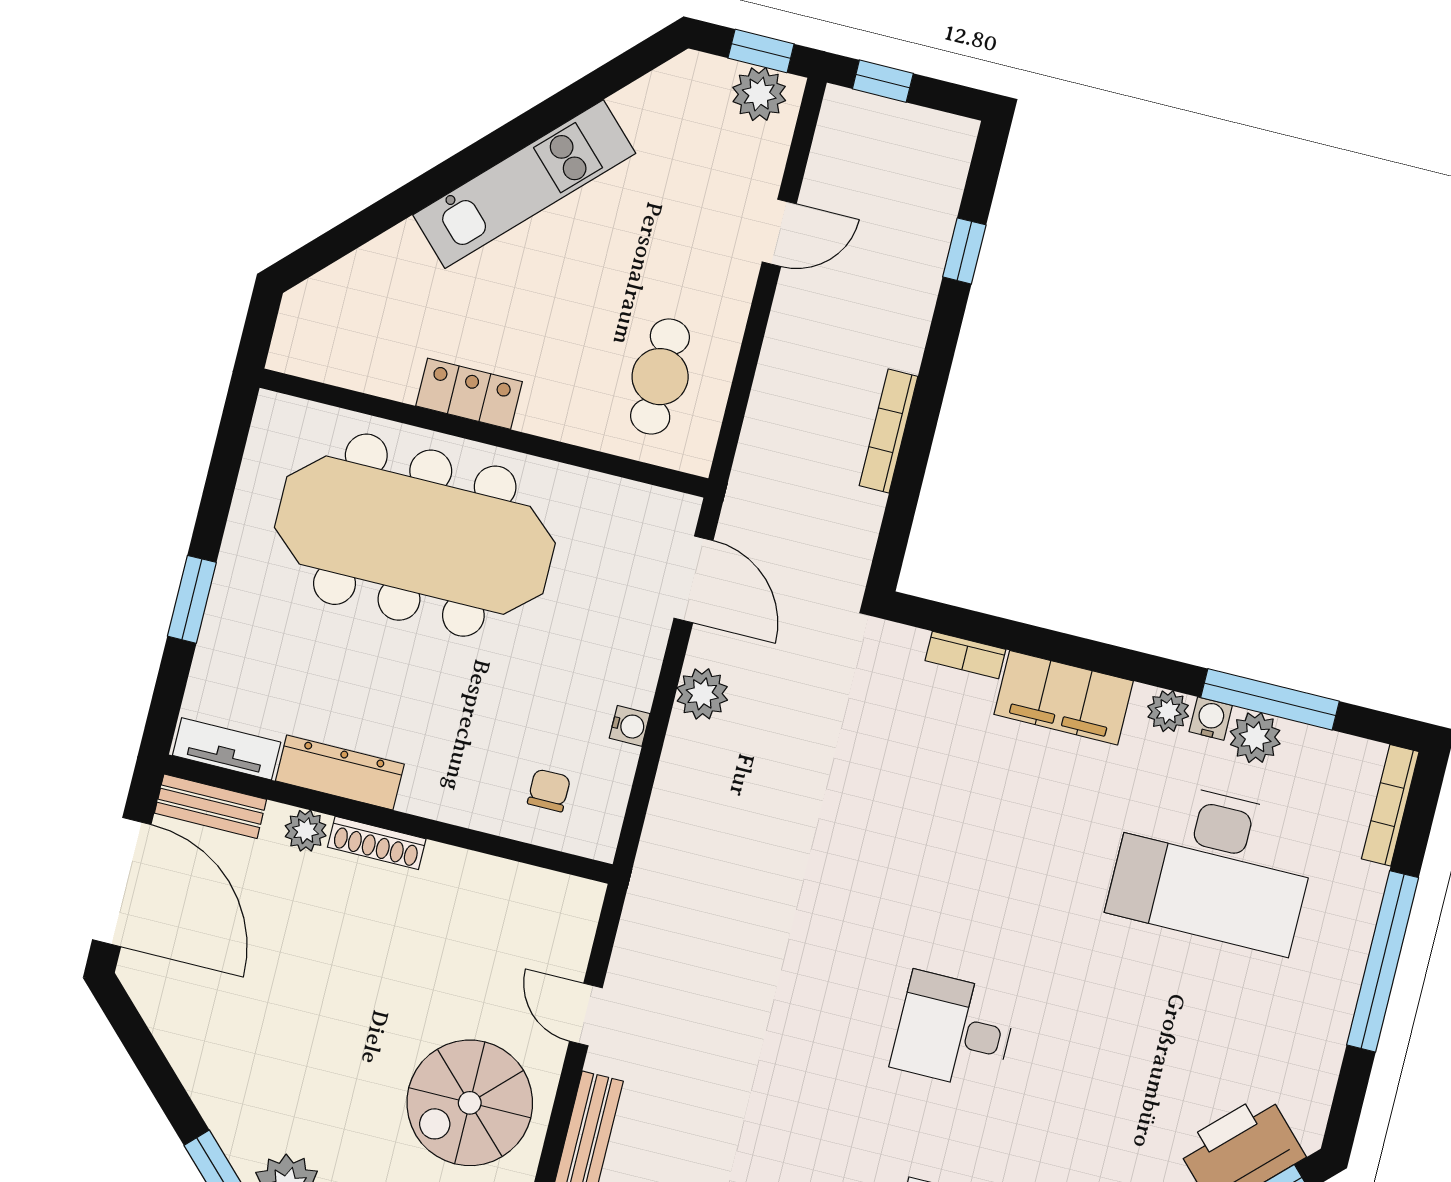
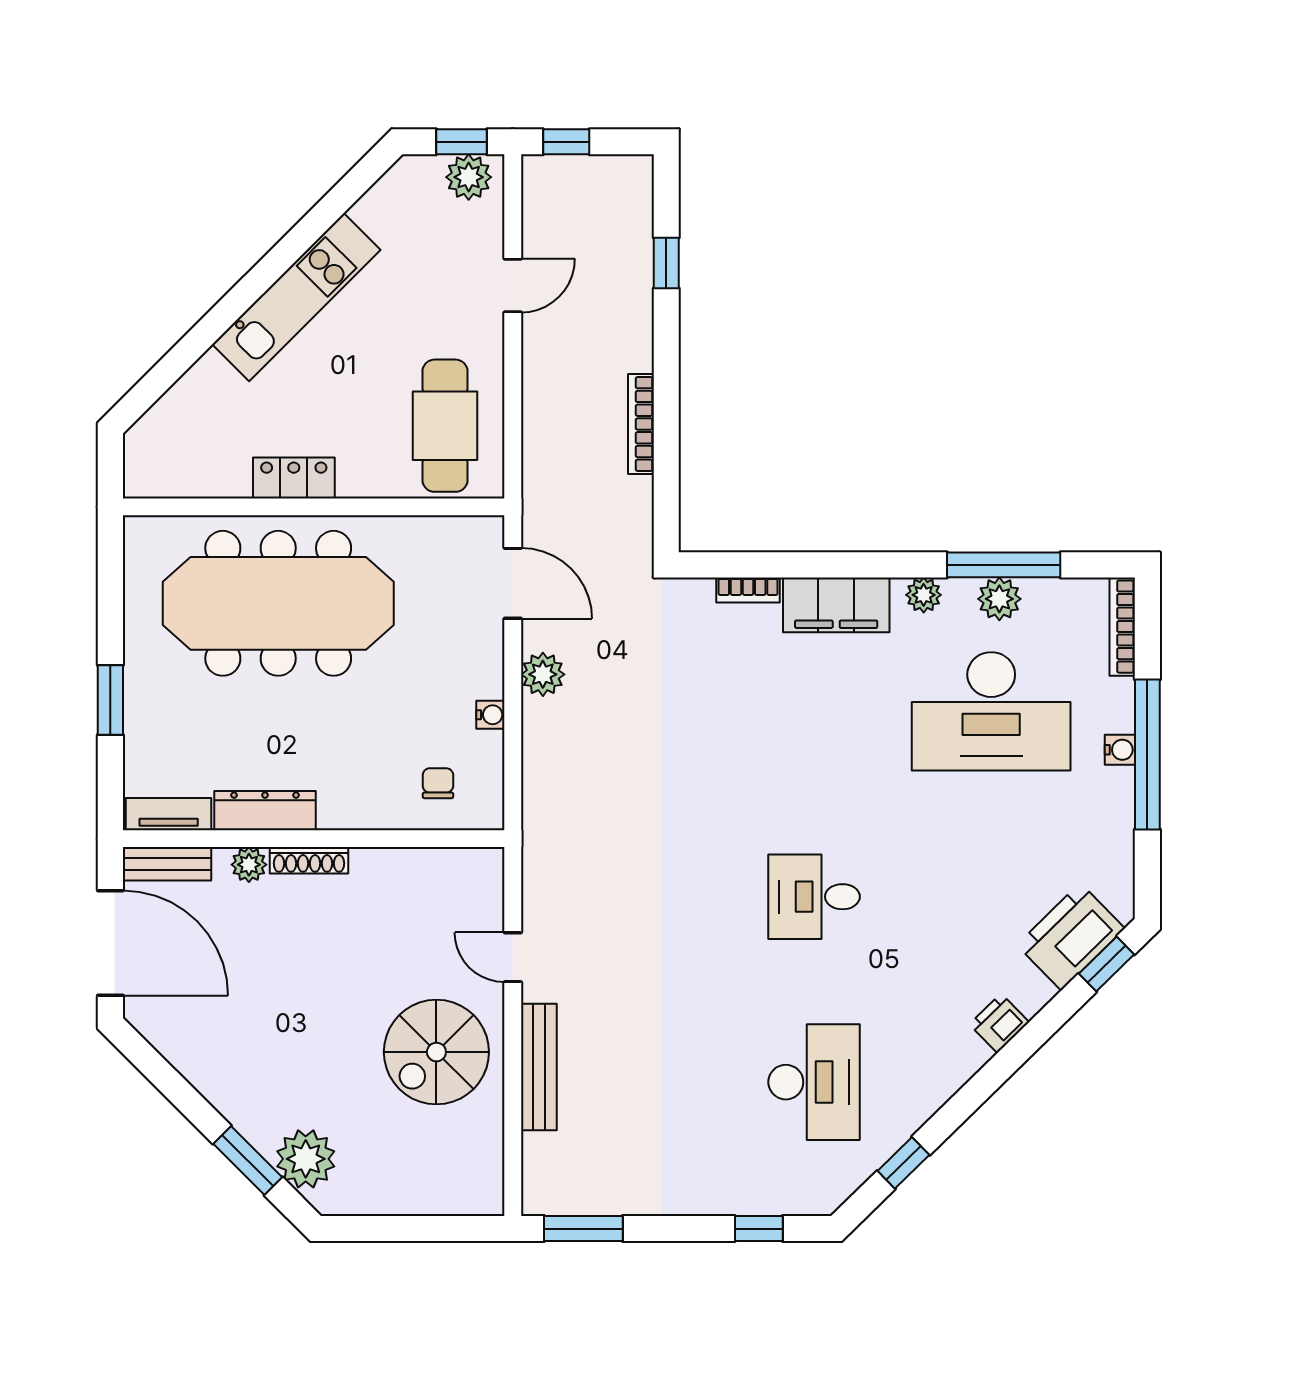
cafe table: (660, 377) -> (445, 426), width x1.37, depth x1.35
water cooler: (1211, 719) -> (1120, 750), moved, turned 90

